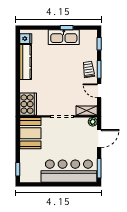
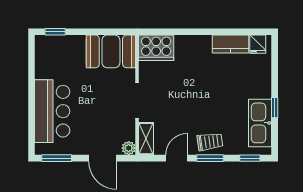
kitchen sink: (64, 37) -> (260, 123), moved
kitchen counter: (26, 62) -> (231, 44), width x0.67
bar counter: (69, 171) -> (52, 111), width x0.73

